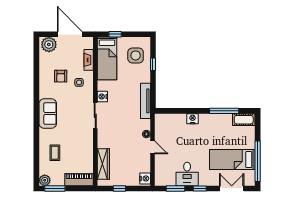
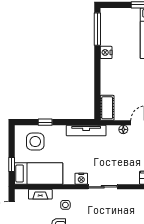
window: (224, 111) -> (97, 29), moved
nightstand: (193, 119) -> (106, 52), moved
cot: (244, 120) -> (107, 108), moved

